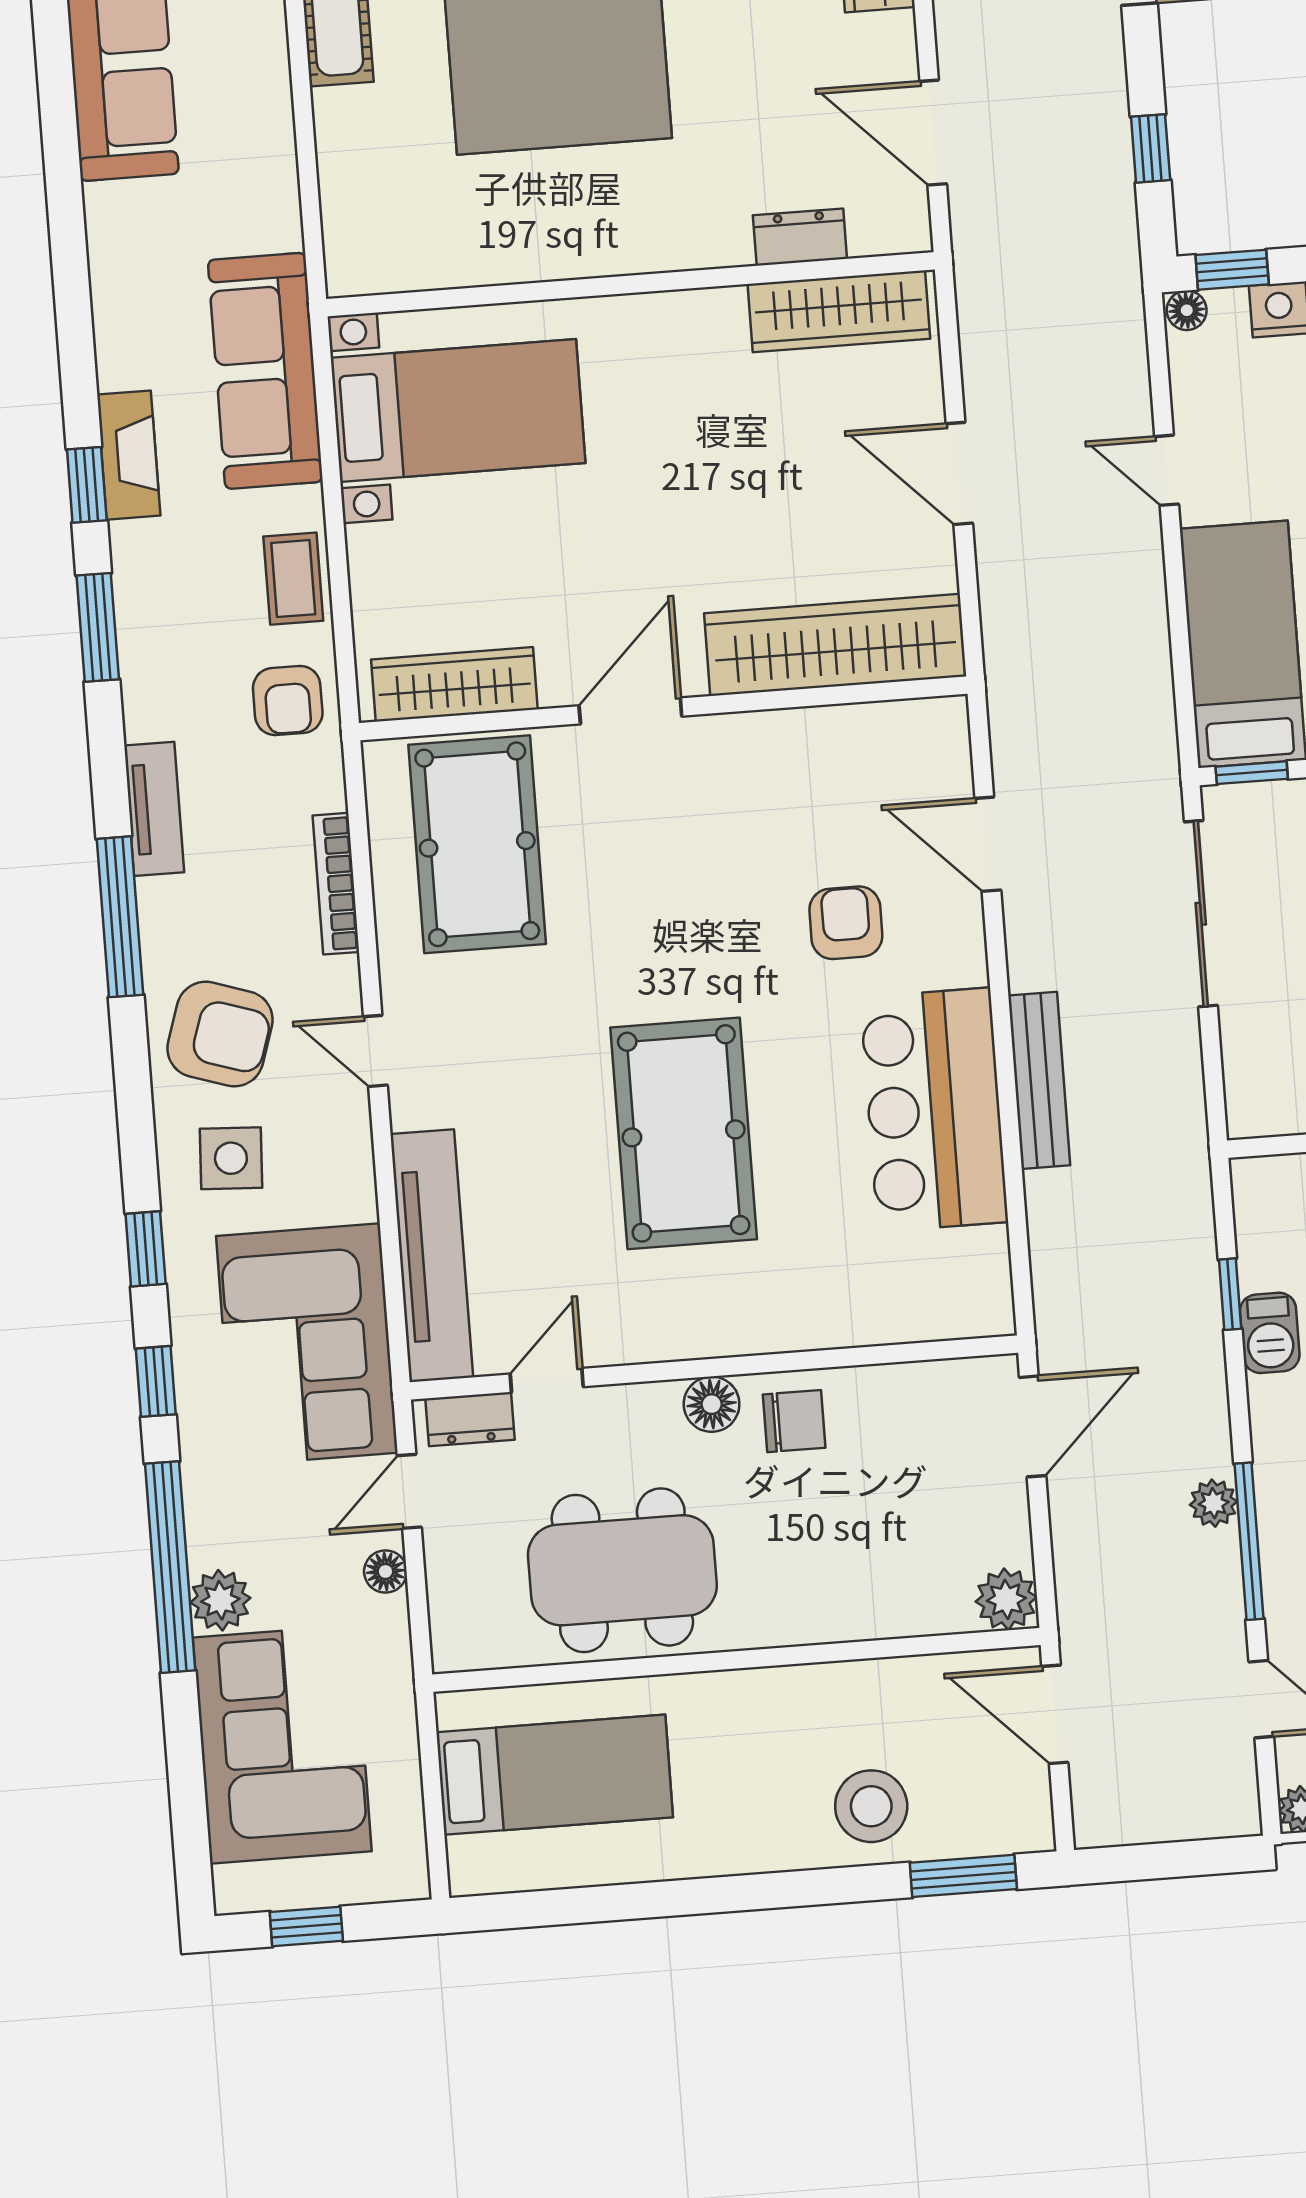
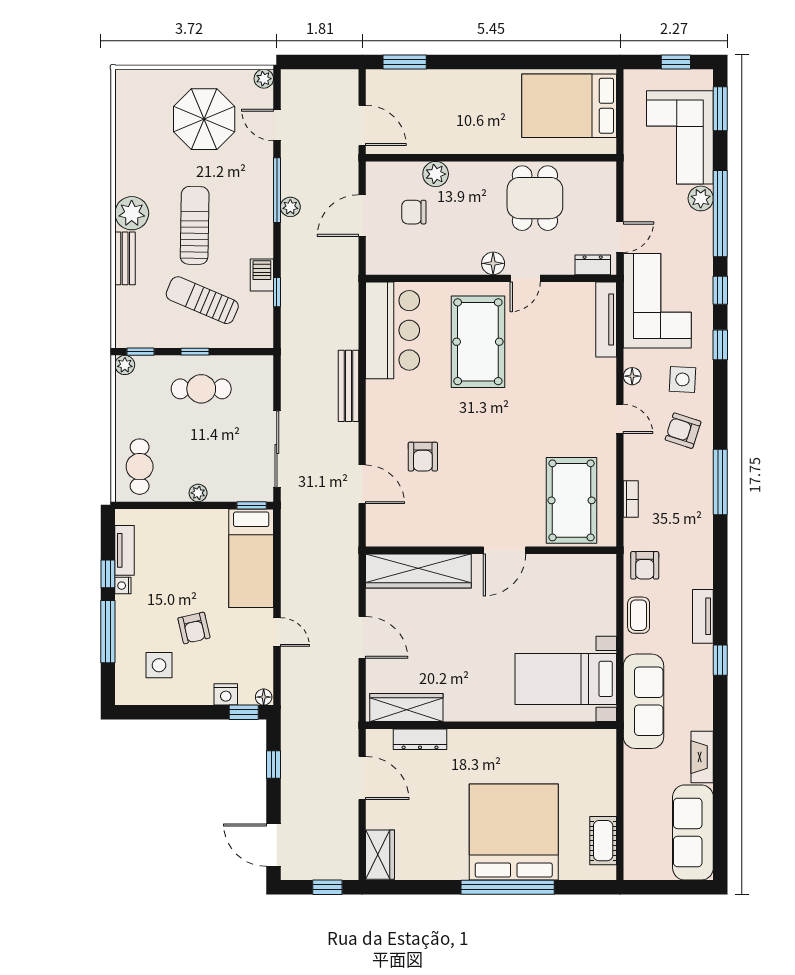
dresser: (800, 237) -> (420, 739), width x1.44
fireplace: (129, 455) -> (702, 757), moved
window: (98, 627) -> (720, 109), moved
wardrobe: (454, 684) -> (576, 567), removed
armchair: (288, 701) -> (645, 565), turned 180
tv unit: (154, 809) -> (703, 616), moved
bookcase: (336, 884) -> (631, 499), width x0.64
armchair: (220, 1034) -> (683, 431), width x0.72, depth x0.72
bar counter: (934, 1110) -> (393, 330), moved
pool table: (684, 1133) -> (478, 342), moved
tv unit: (432, 1256) -> (606, 320), width x0.73, depth x0.78
door: (547, 1380) -> (525, 278), moved
chair: (794, 1421) -> (414, 212), moved
door: (1033, 1426) -> (362, 216), moved
dining table: (622, 1570) -> (535, 198), width x0.73
floor lamp: (385, 1571) -> (632, 376), moved
plant: (1006, 1599) -> (436, 174), moved
bed: (555, 1775) -> (569, 106), width x1.50
stool: (871, 1806) -> (440, 93), removed

